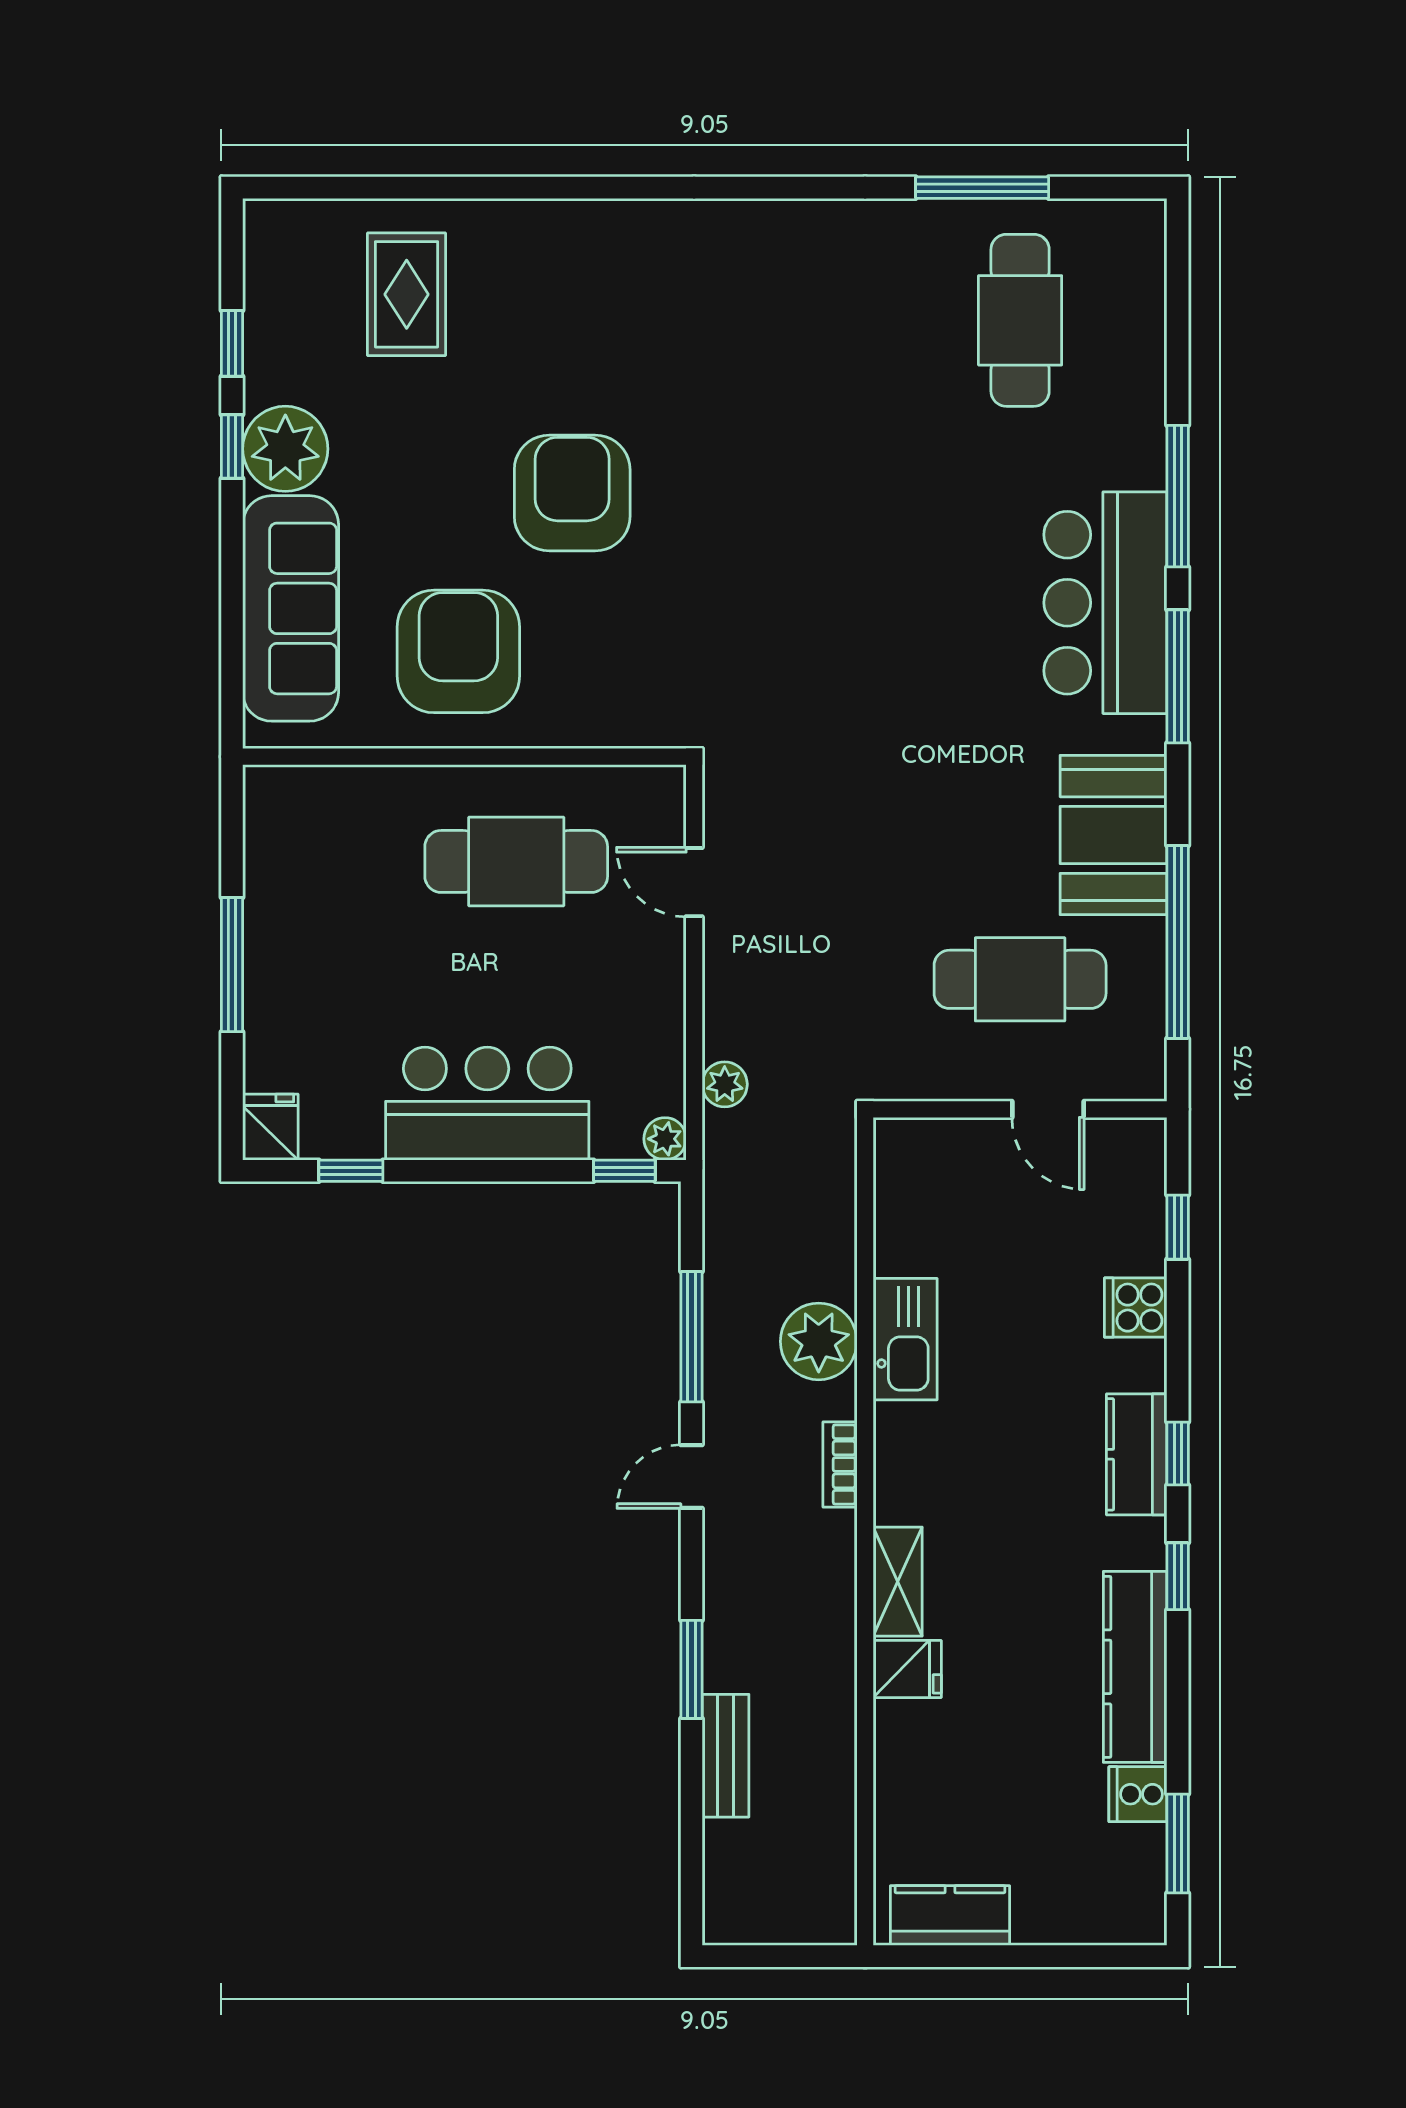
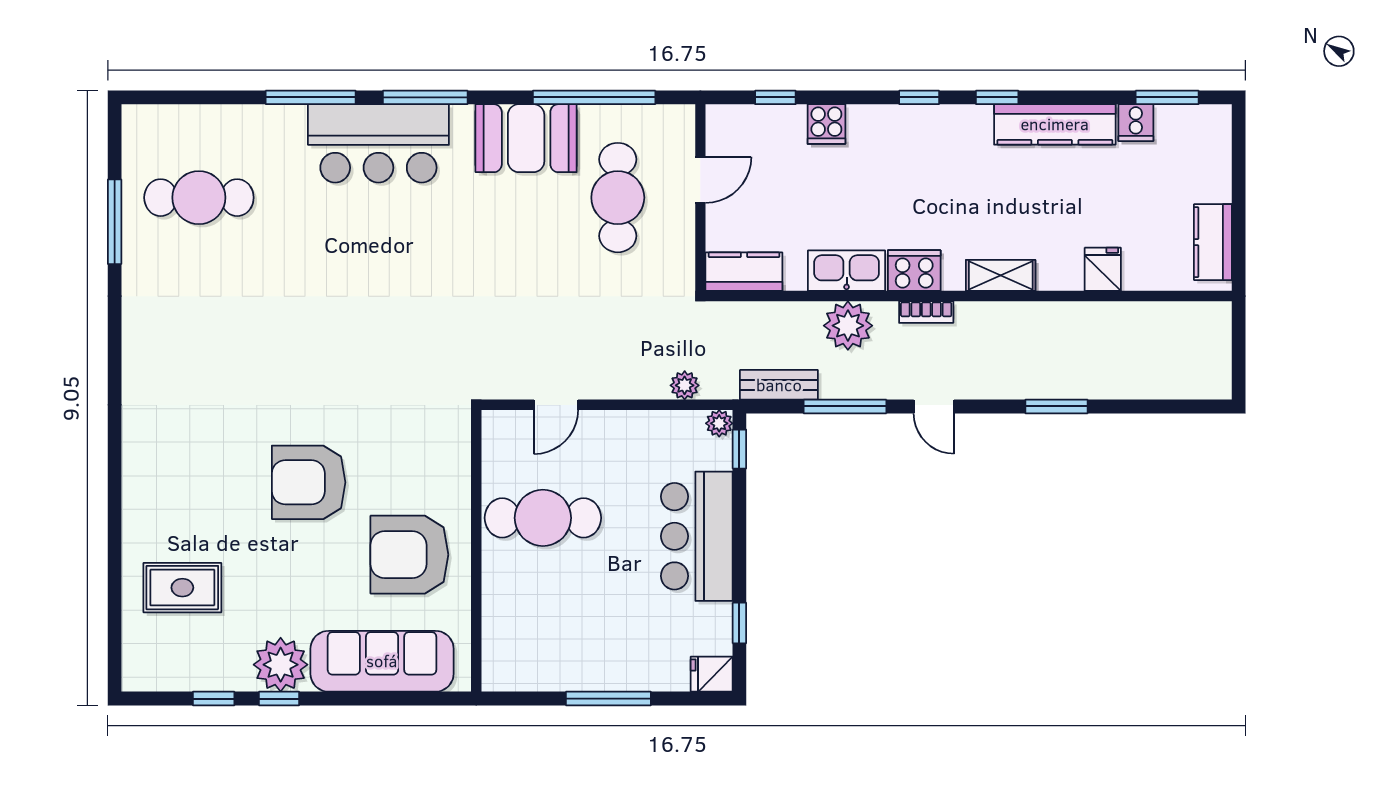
cafe table: (516, 861) -> (543, 518), turned 90
cooker: (905, 1446) -> (914, 271), added
kitchen counter: (1137, 1454) -> (744, 272), moved, turned 180
fridge: (907, 1669) -> (1103, 269), moved
bench: (726, 1756) -> (779, 385), moved

